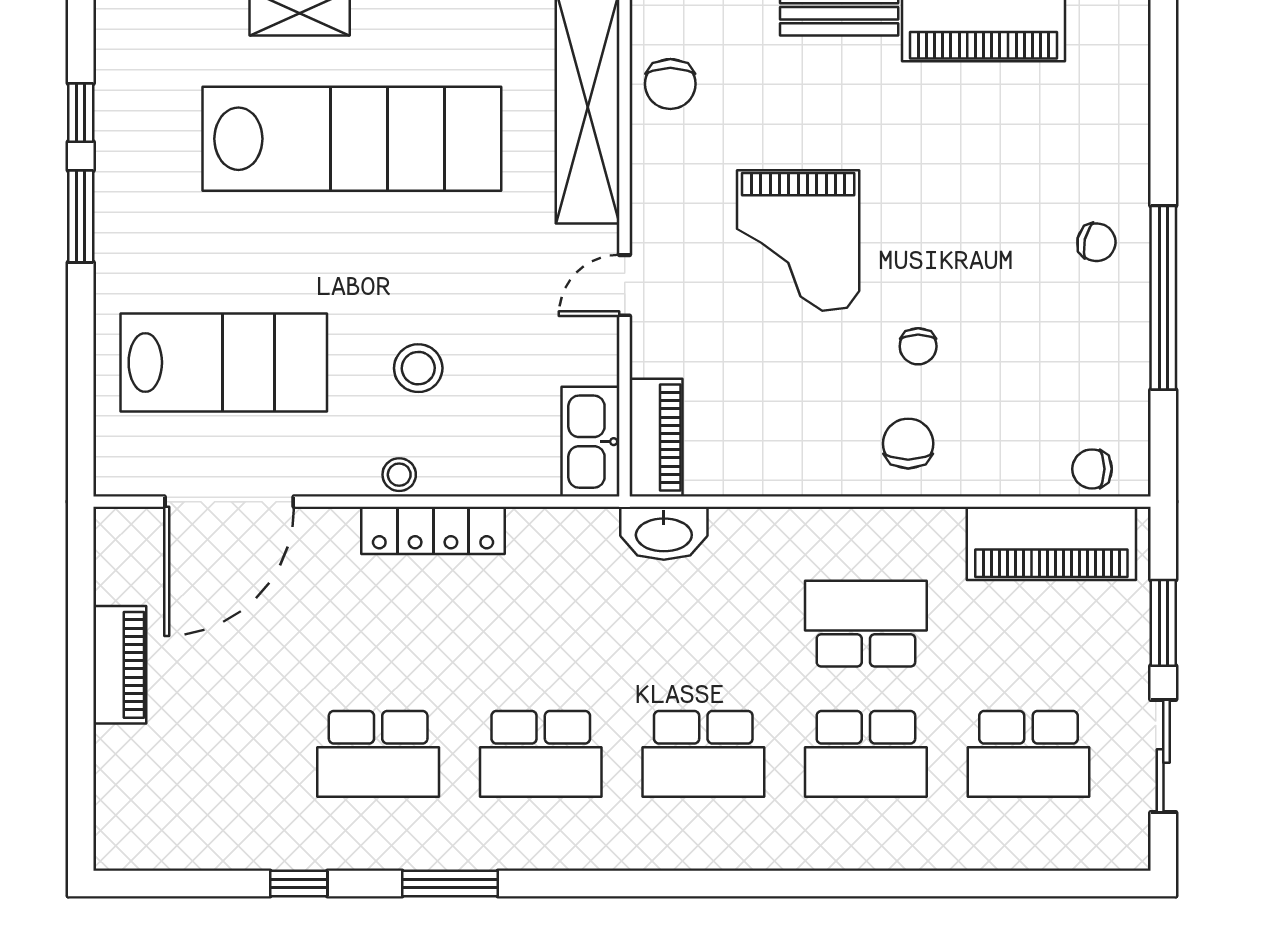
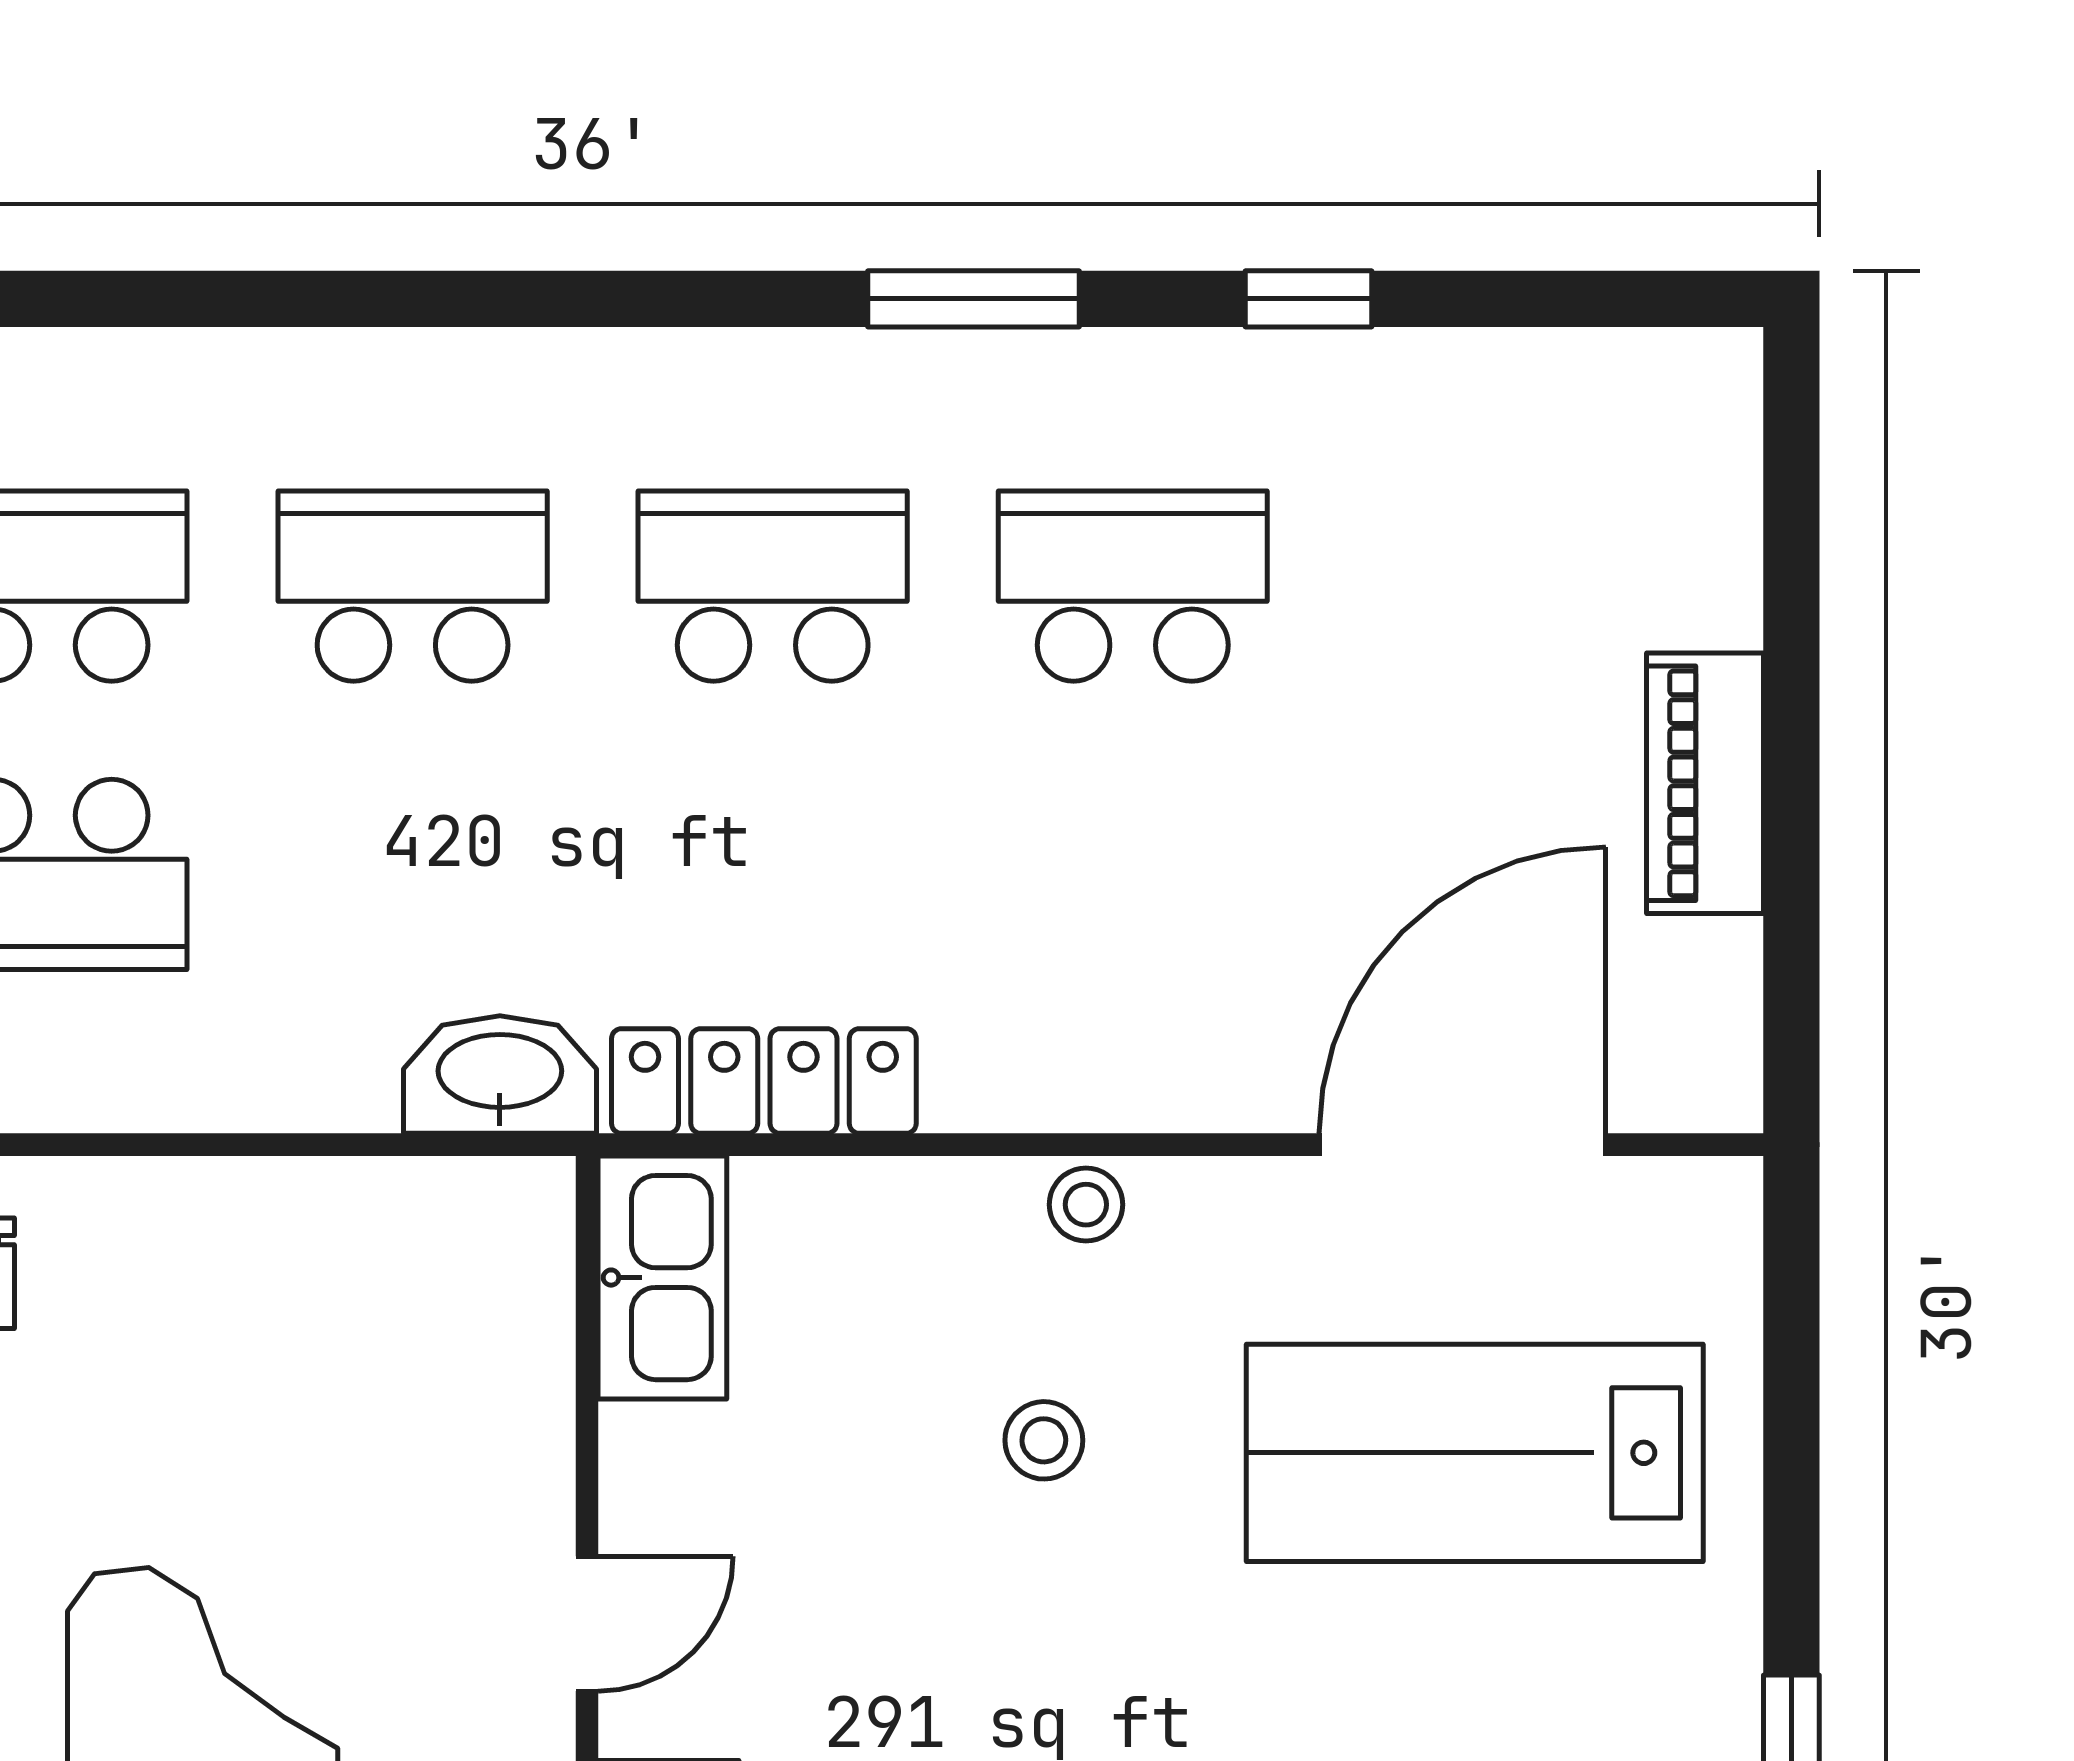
stool: (418, 368) -> (1044, 1440), width x0.73, depth x0.73
piano: (656, 438) -> (517, 1287), removed
locker: (433, 530) -> (764, 1081), moved

